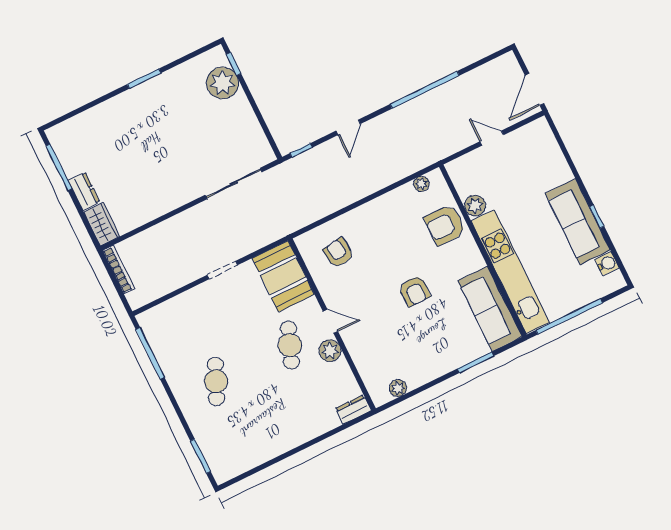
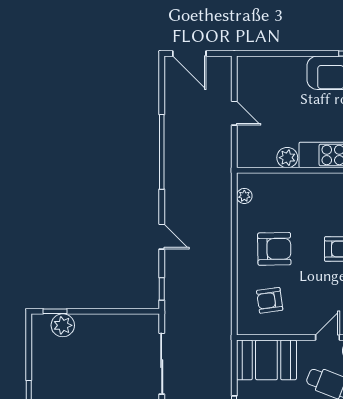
plant: (223, 83) -> (63, 325), width x0.73, depth x0.73
door: (534, 89) -> (189, 54), moved
door: (492, 138) -> (234, 113), swing flipped
armchair: (445, 225) -> (274, 249), moved, turned -91

